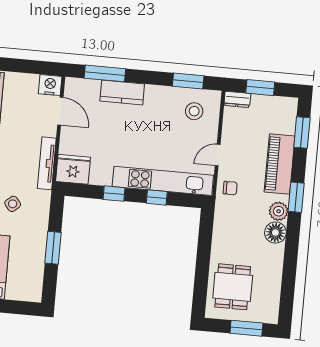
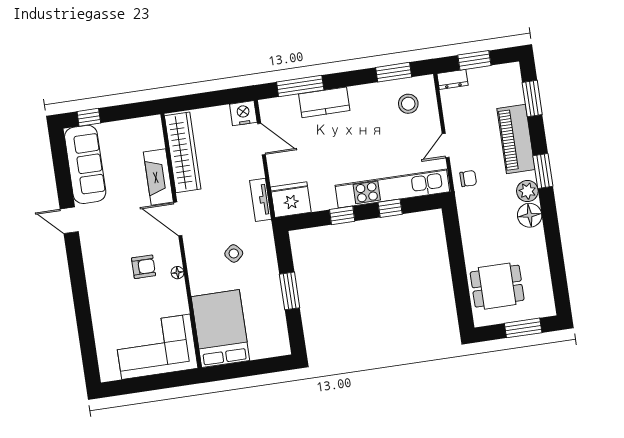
tv unit: (47, 163) -> (260, 200), width x0.71
dining table: (233, 287) -> (497, 286), turned 90

